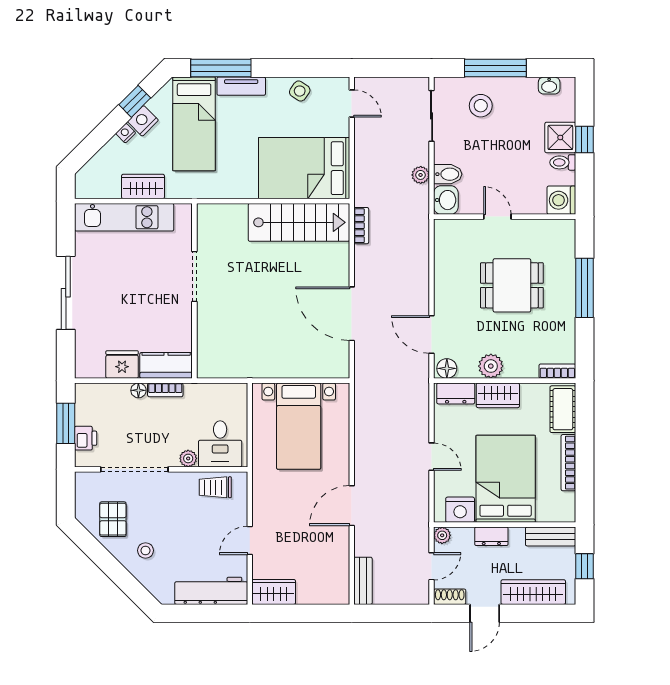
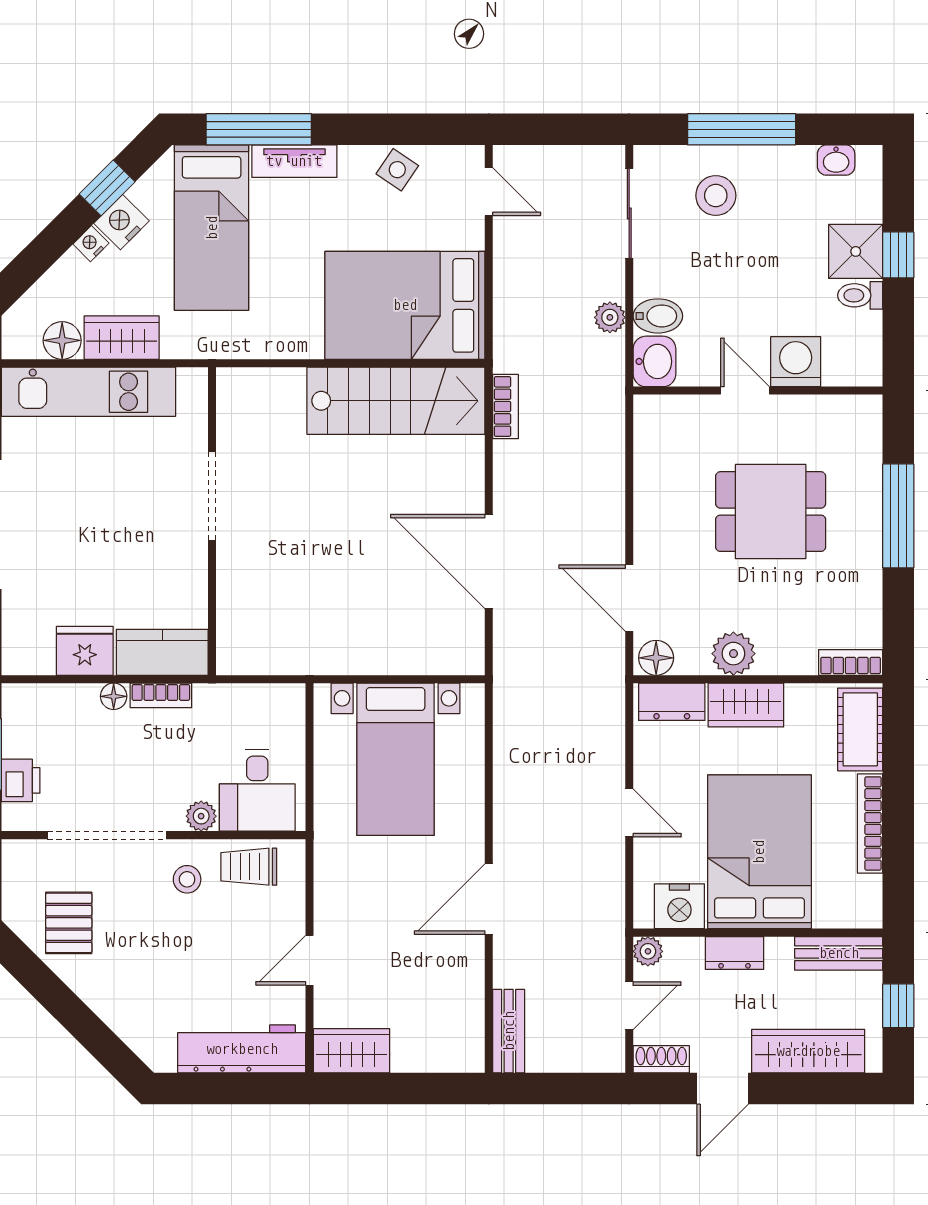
floor lamp: (109, 188) -> (62, 340), added
washing machine: (561, 200) -> (796, 362), moved, turned 90
stool: (145, 550) -> (187, 879), moved

